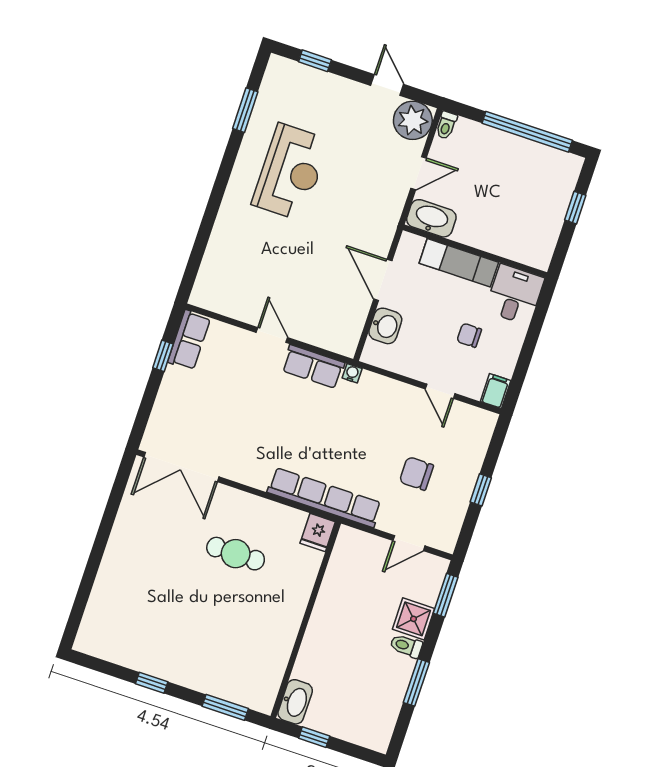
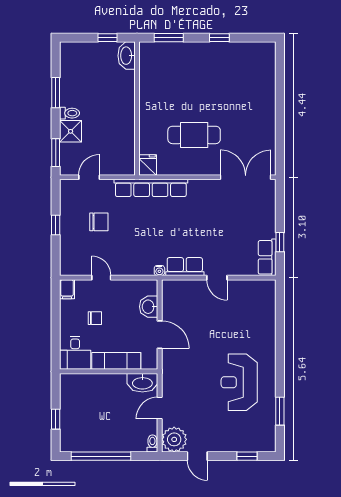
cafe table: (236, 554) -> (194, 135), width x1.37, depth x1.35

